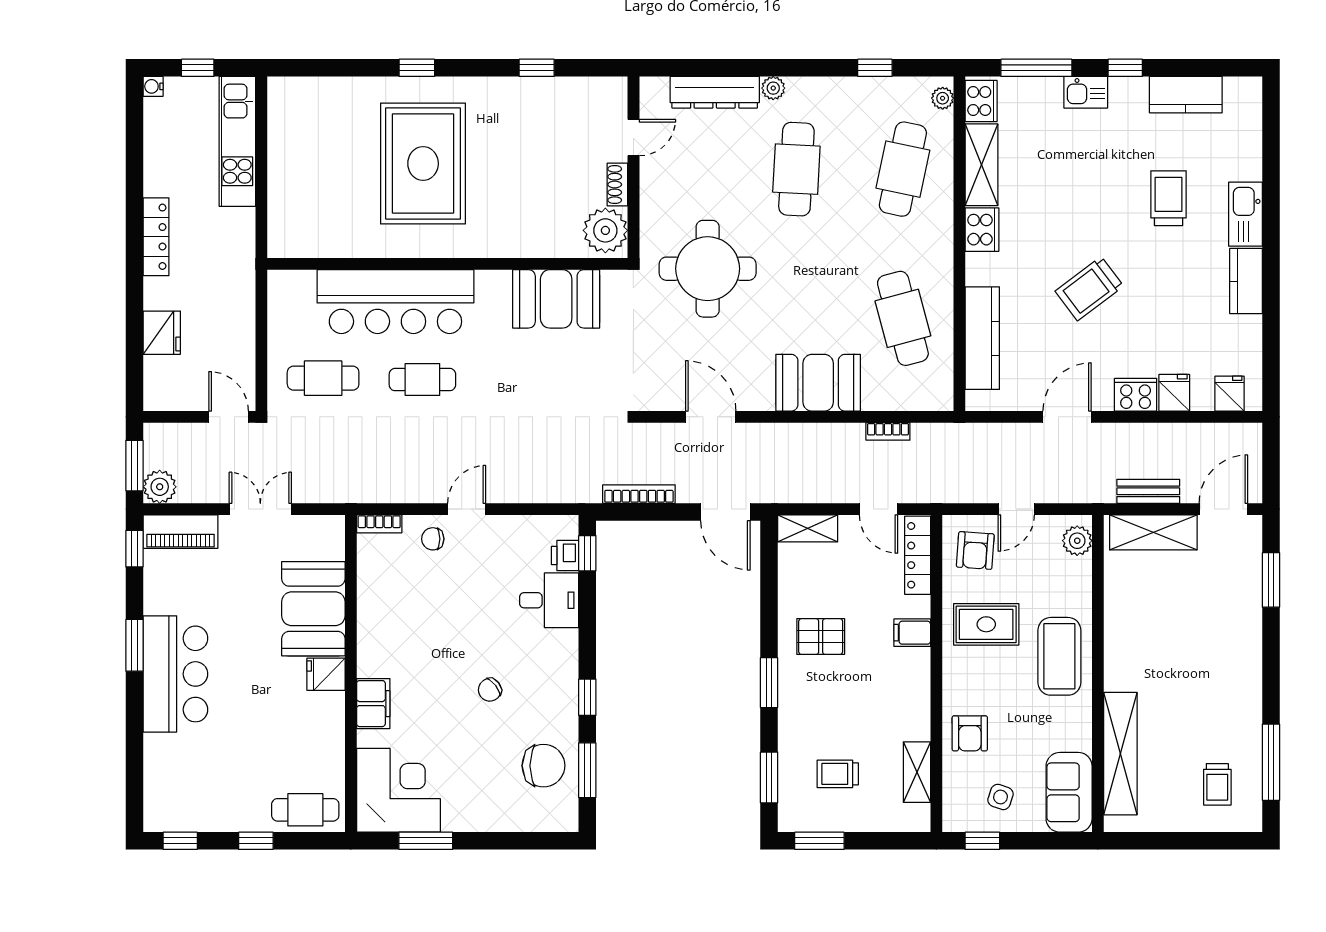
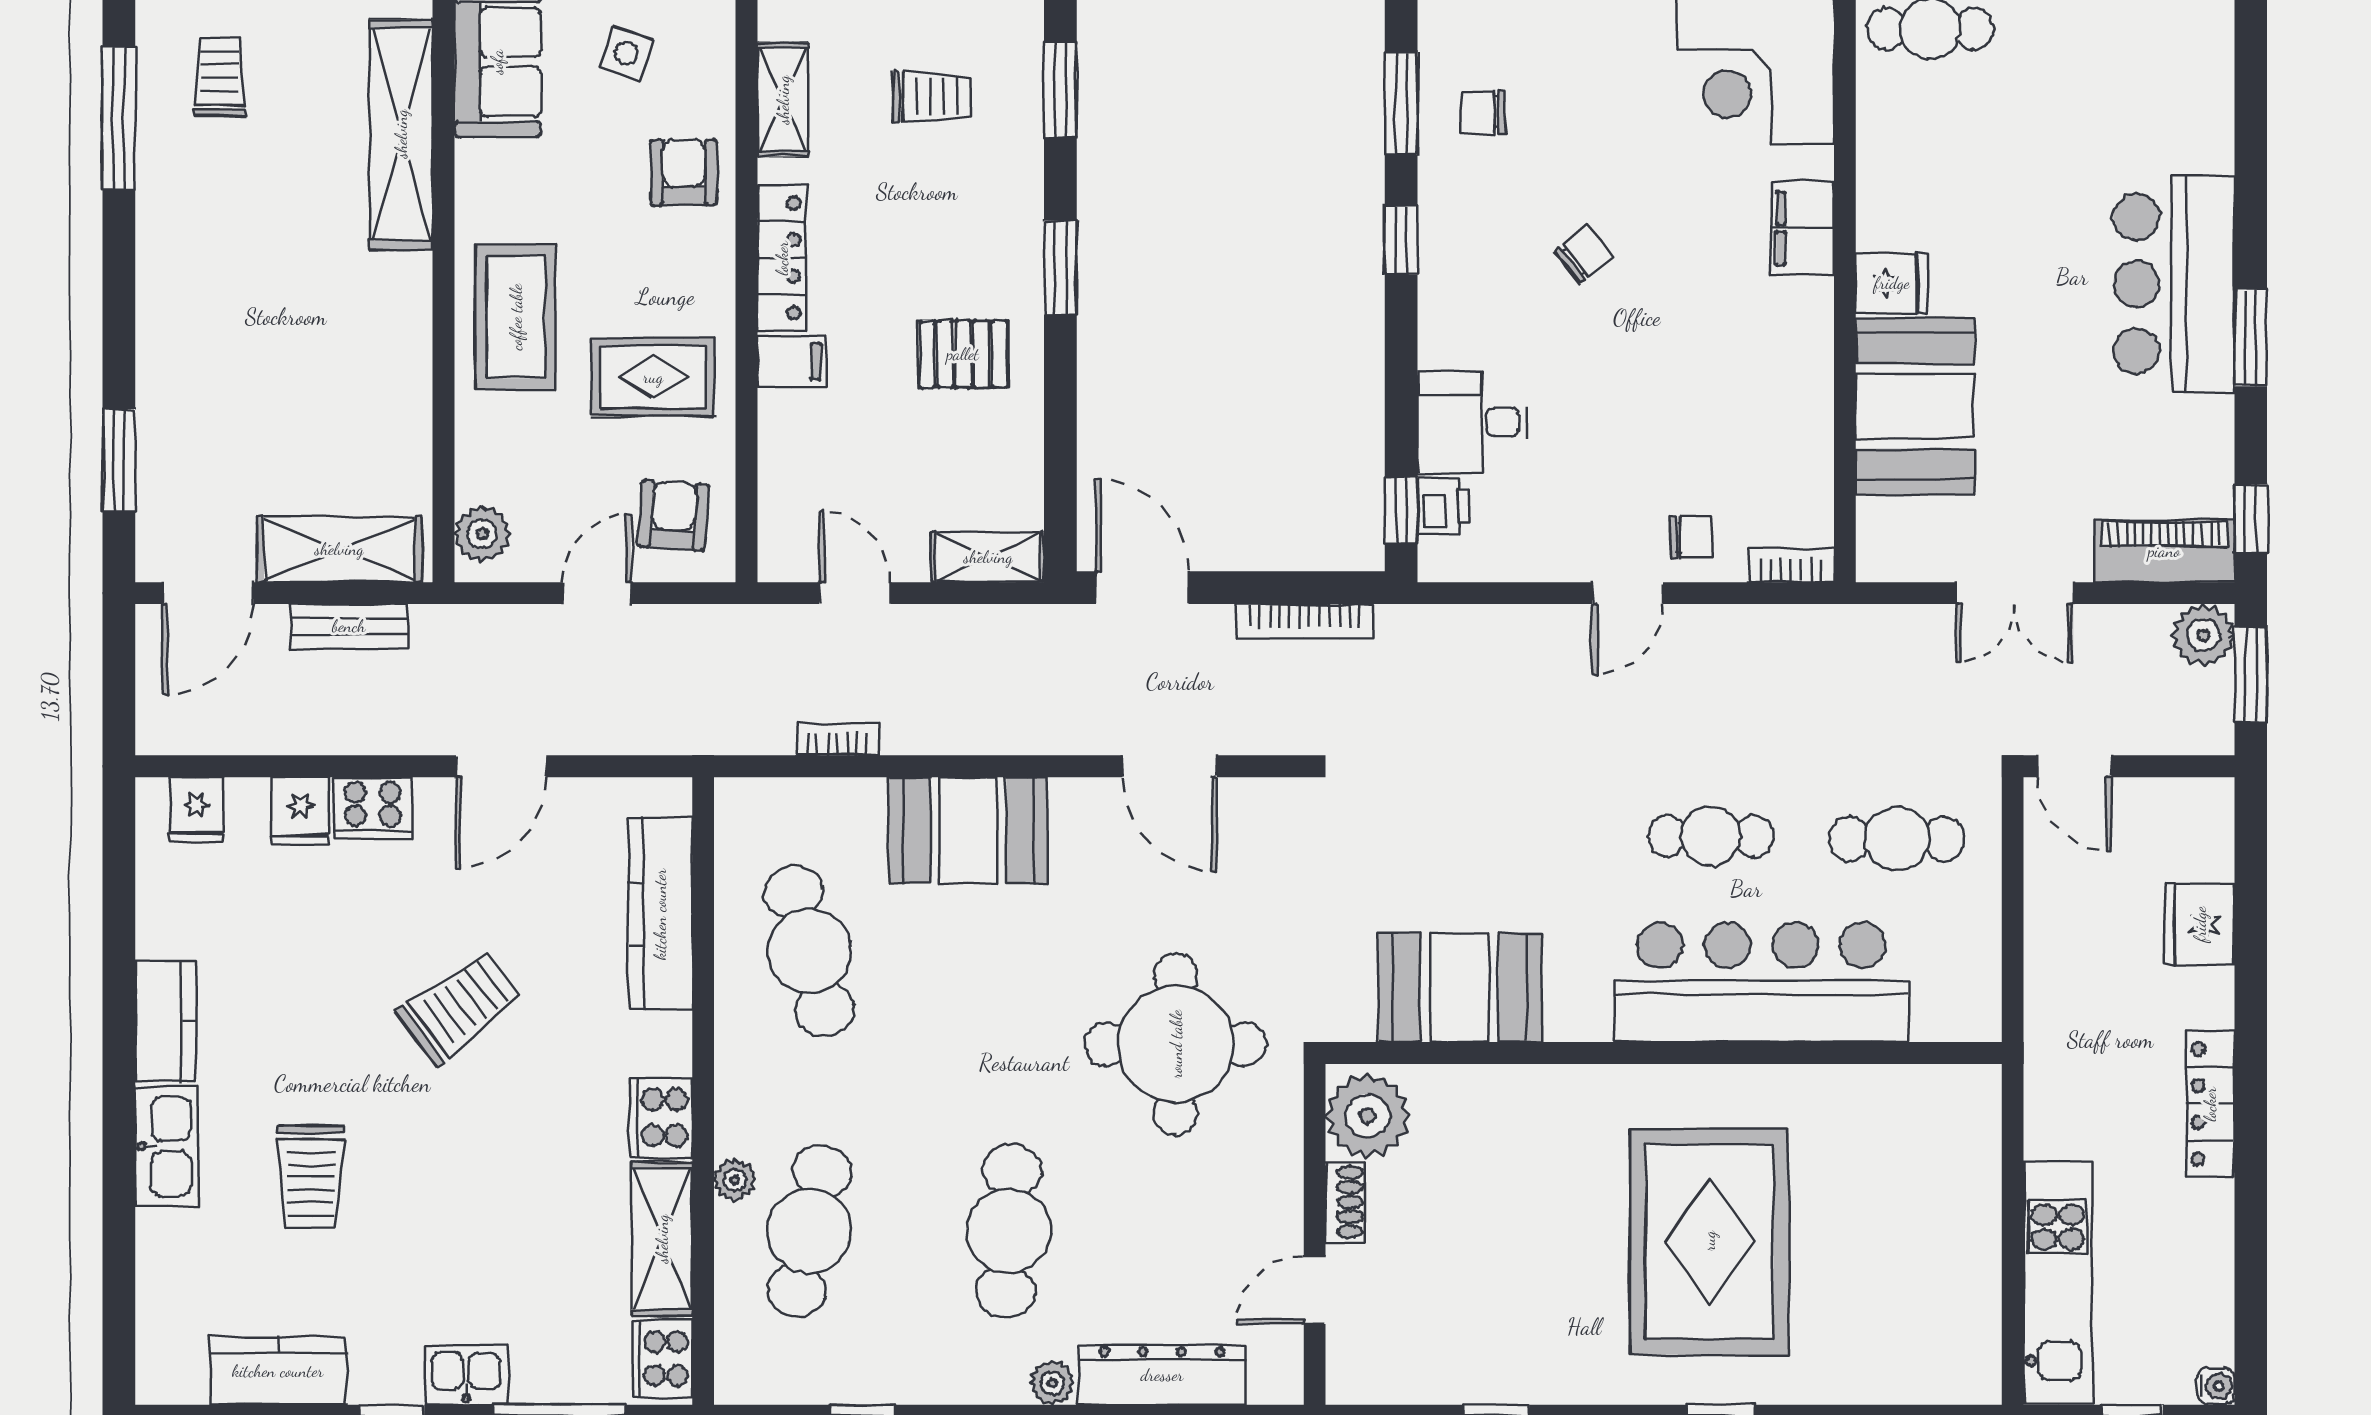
plant: (943, 98) -> (735, 1180), moved
locker: (918, 555) -> (782, 258), moved
chair: (543, 766) -> (1483, 112), width x0.54, depth x0.54

